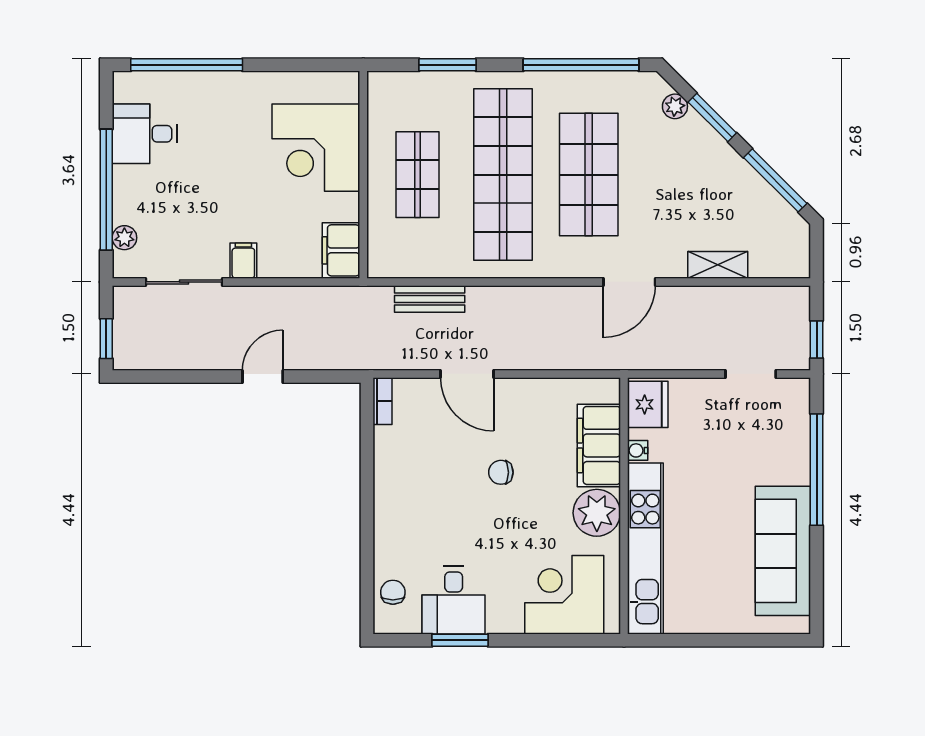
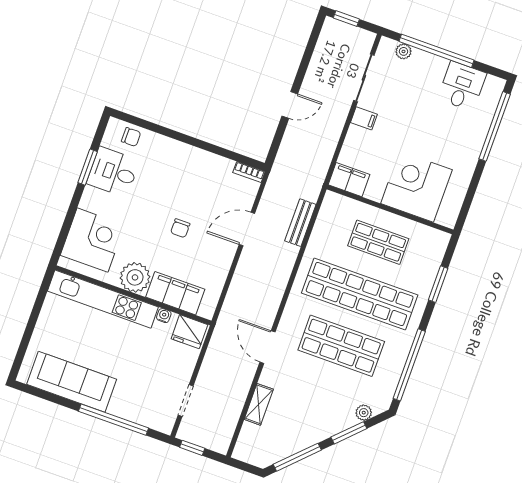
door: (263, 376) -> (290, 105), hinge flipped
chair: (501, 472) -> (180, 228), turned 180

